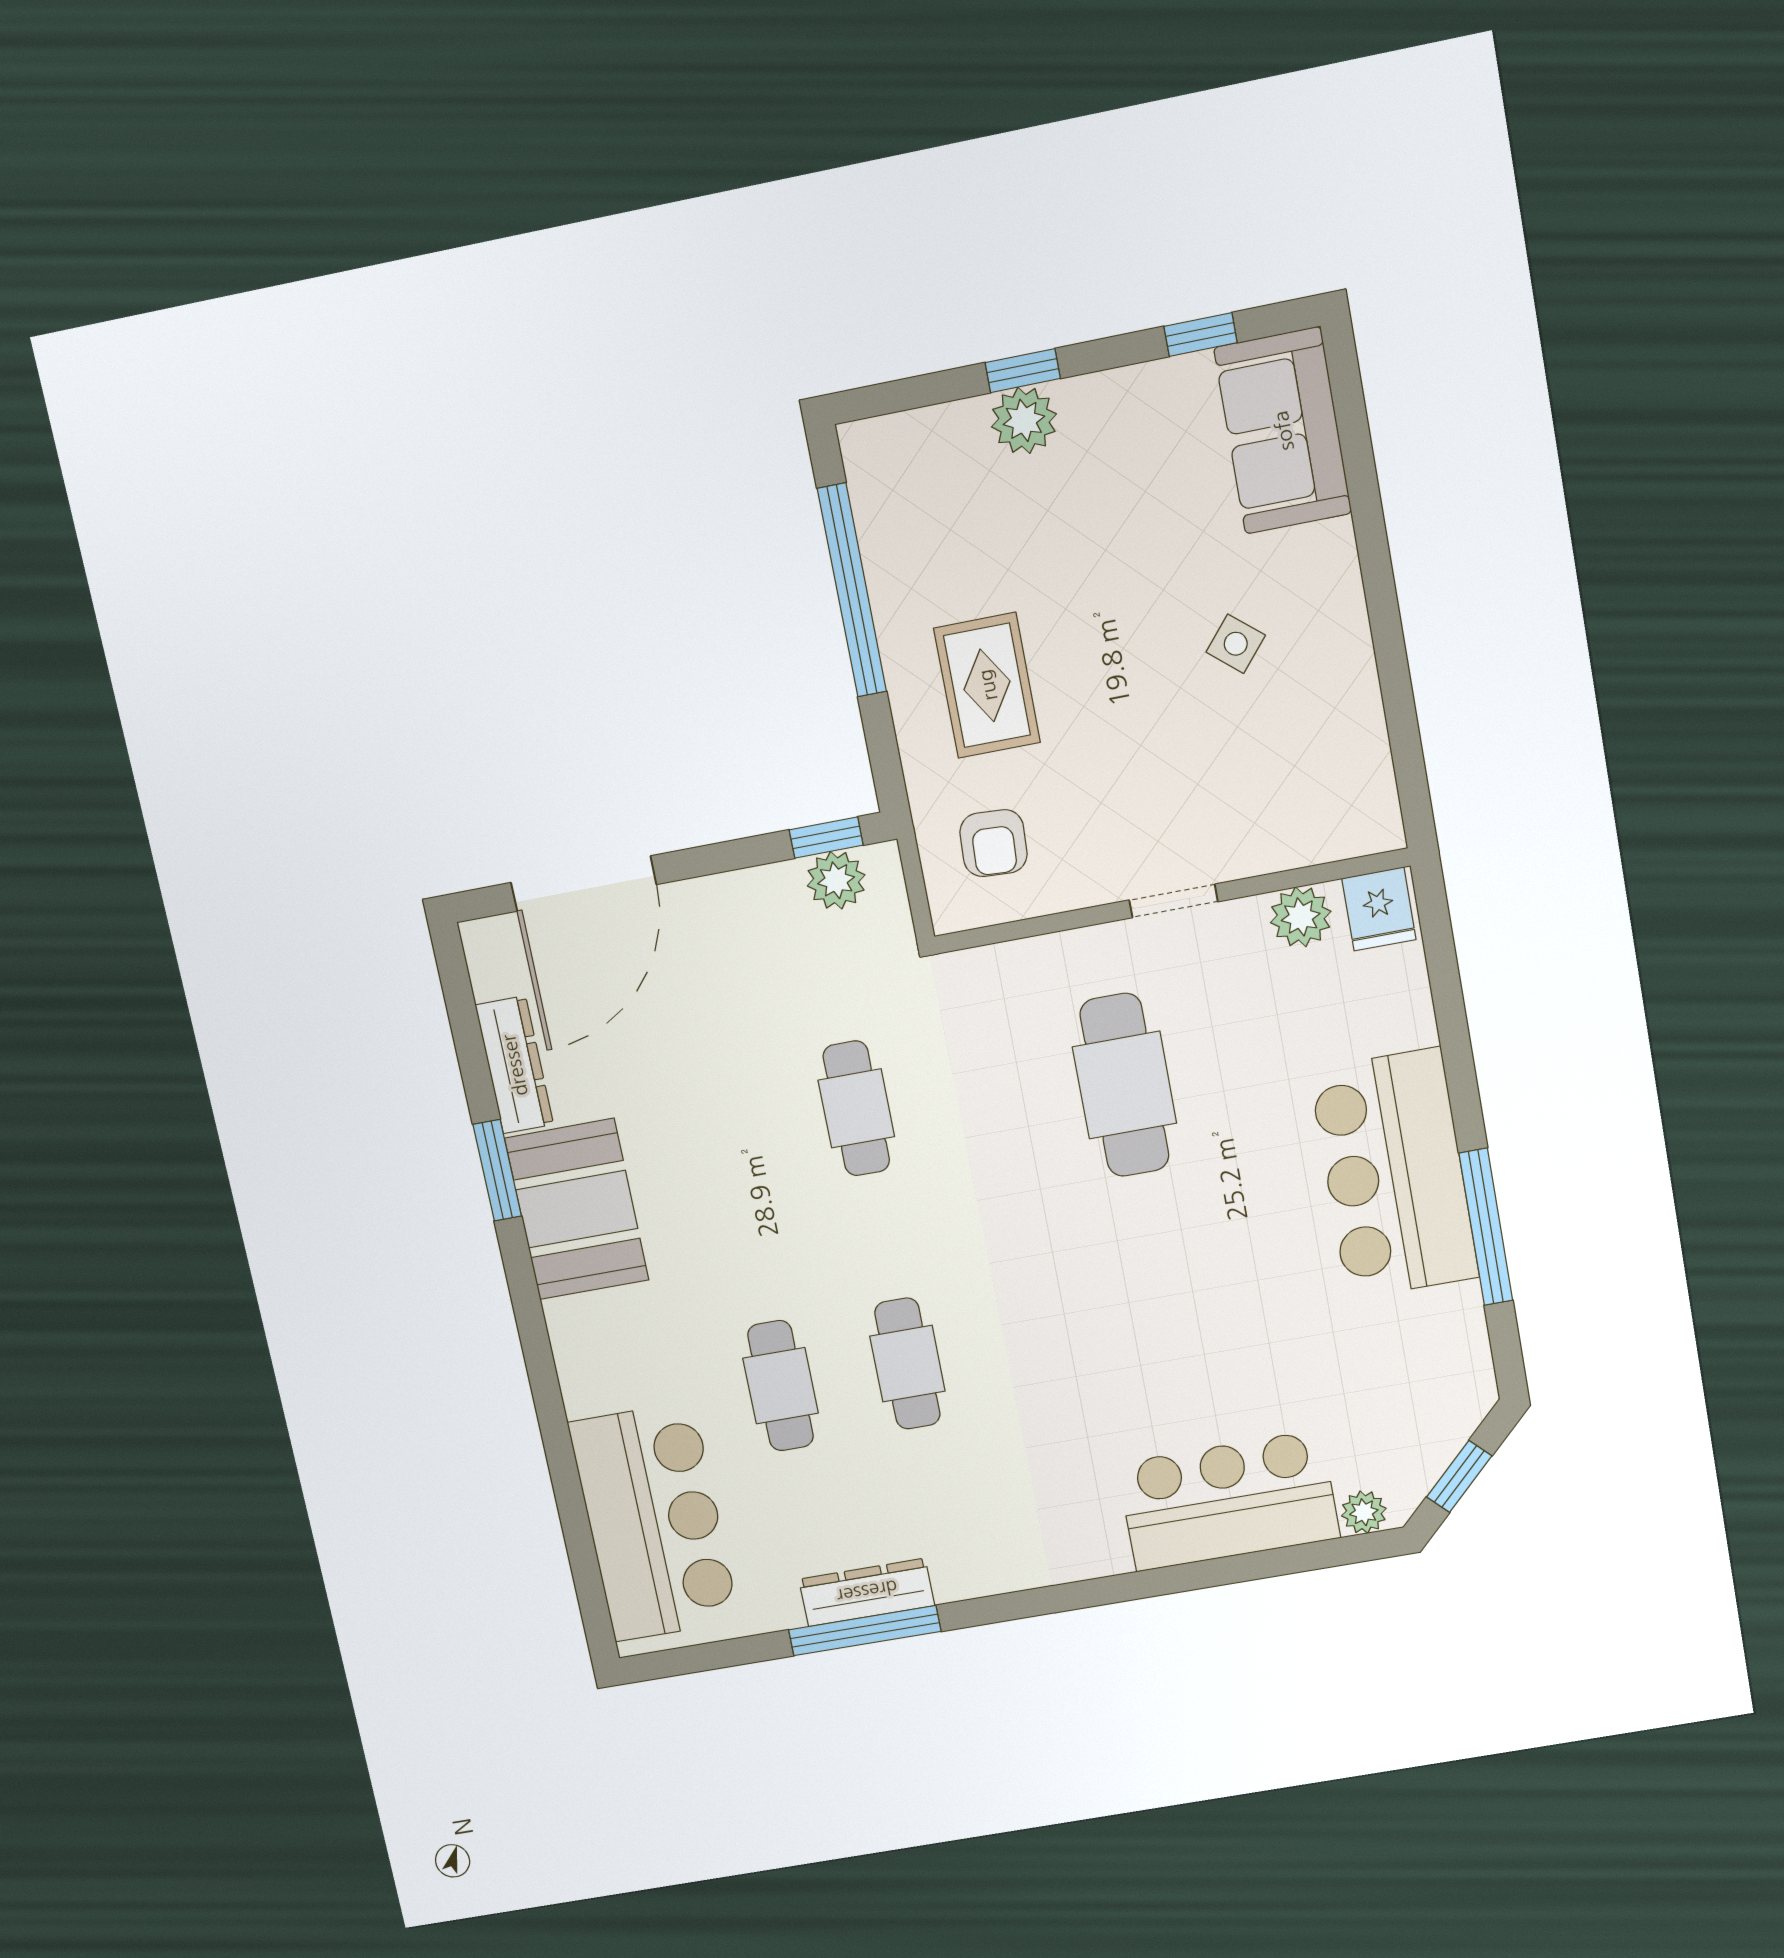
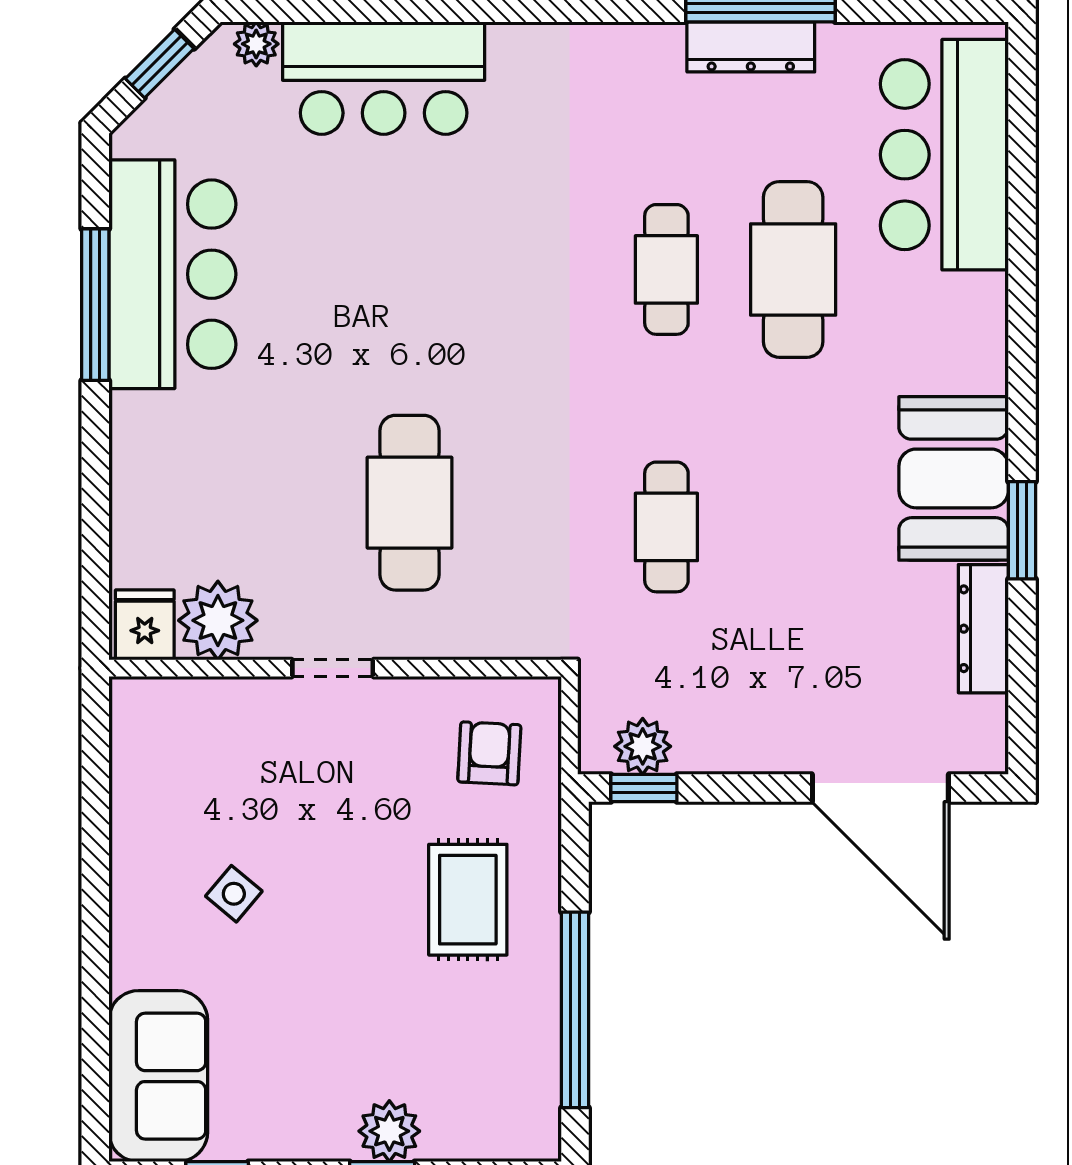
door: (584, 884) -> (880, 788), swing flipped
plant: (1301, 917) -> (218, 620), width x1.36, depth x1.36
bar counter: (1394, 1174) -> (172, 274), moved
cafe table: (781, 1386) -> (793, 269), width x1.37, depth x1.35

